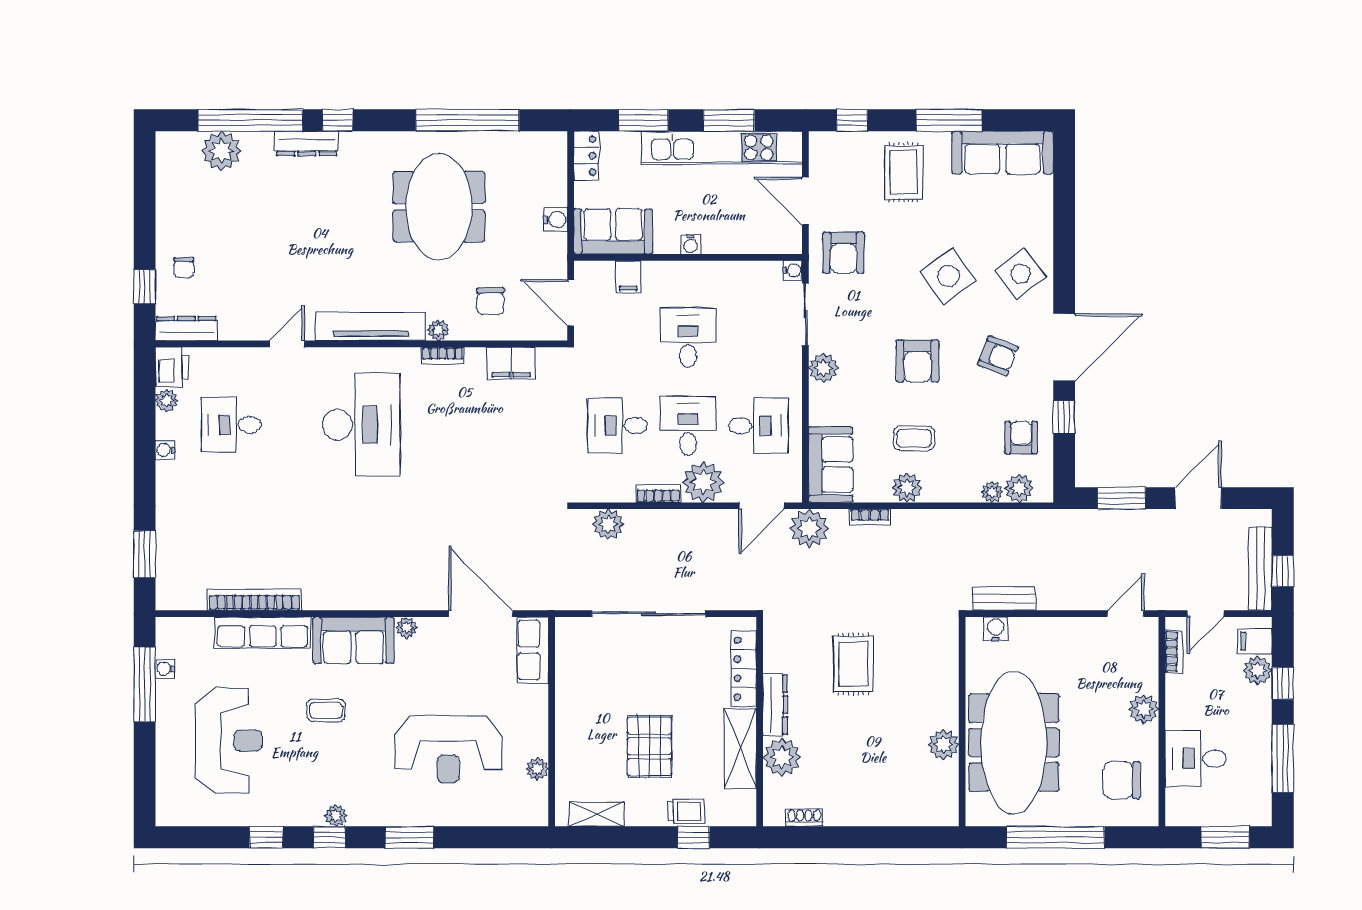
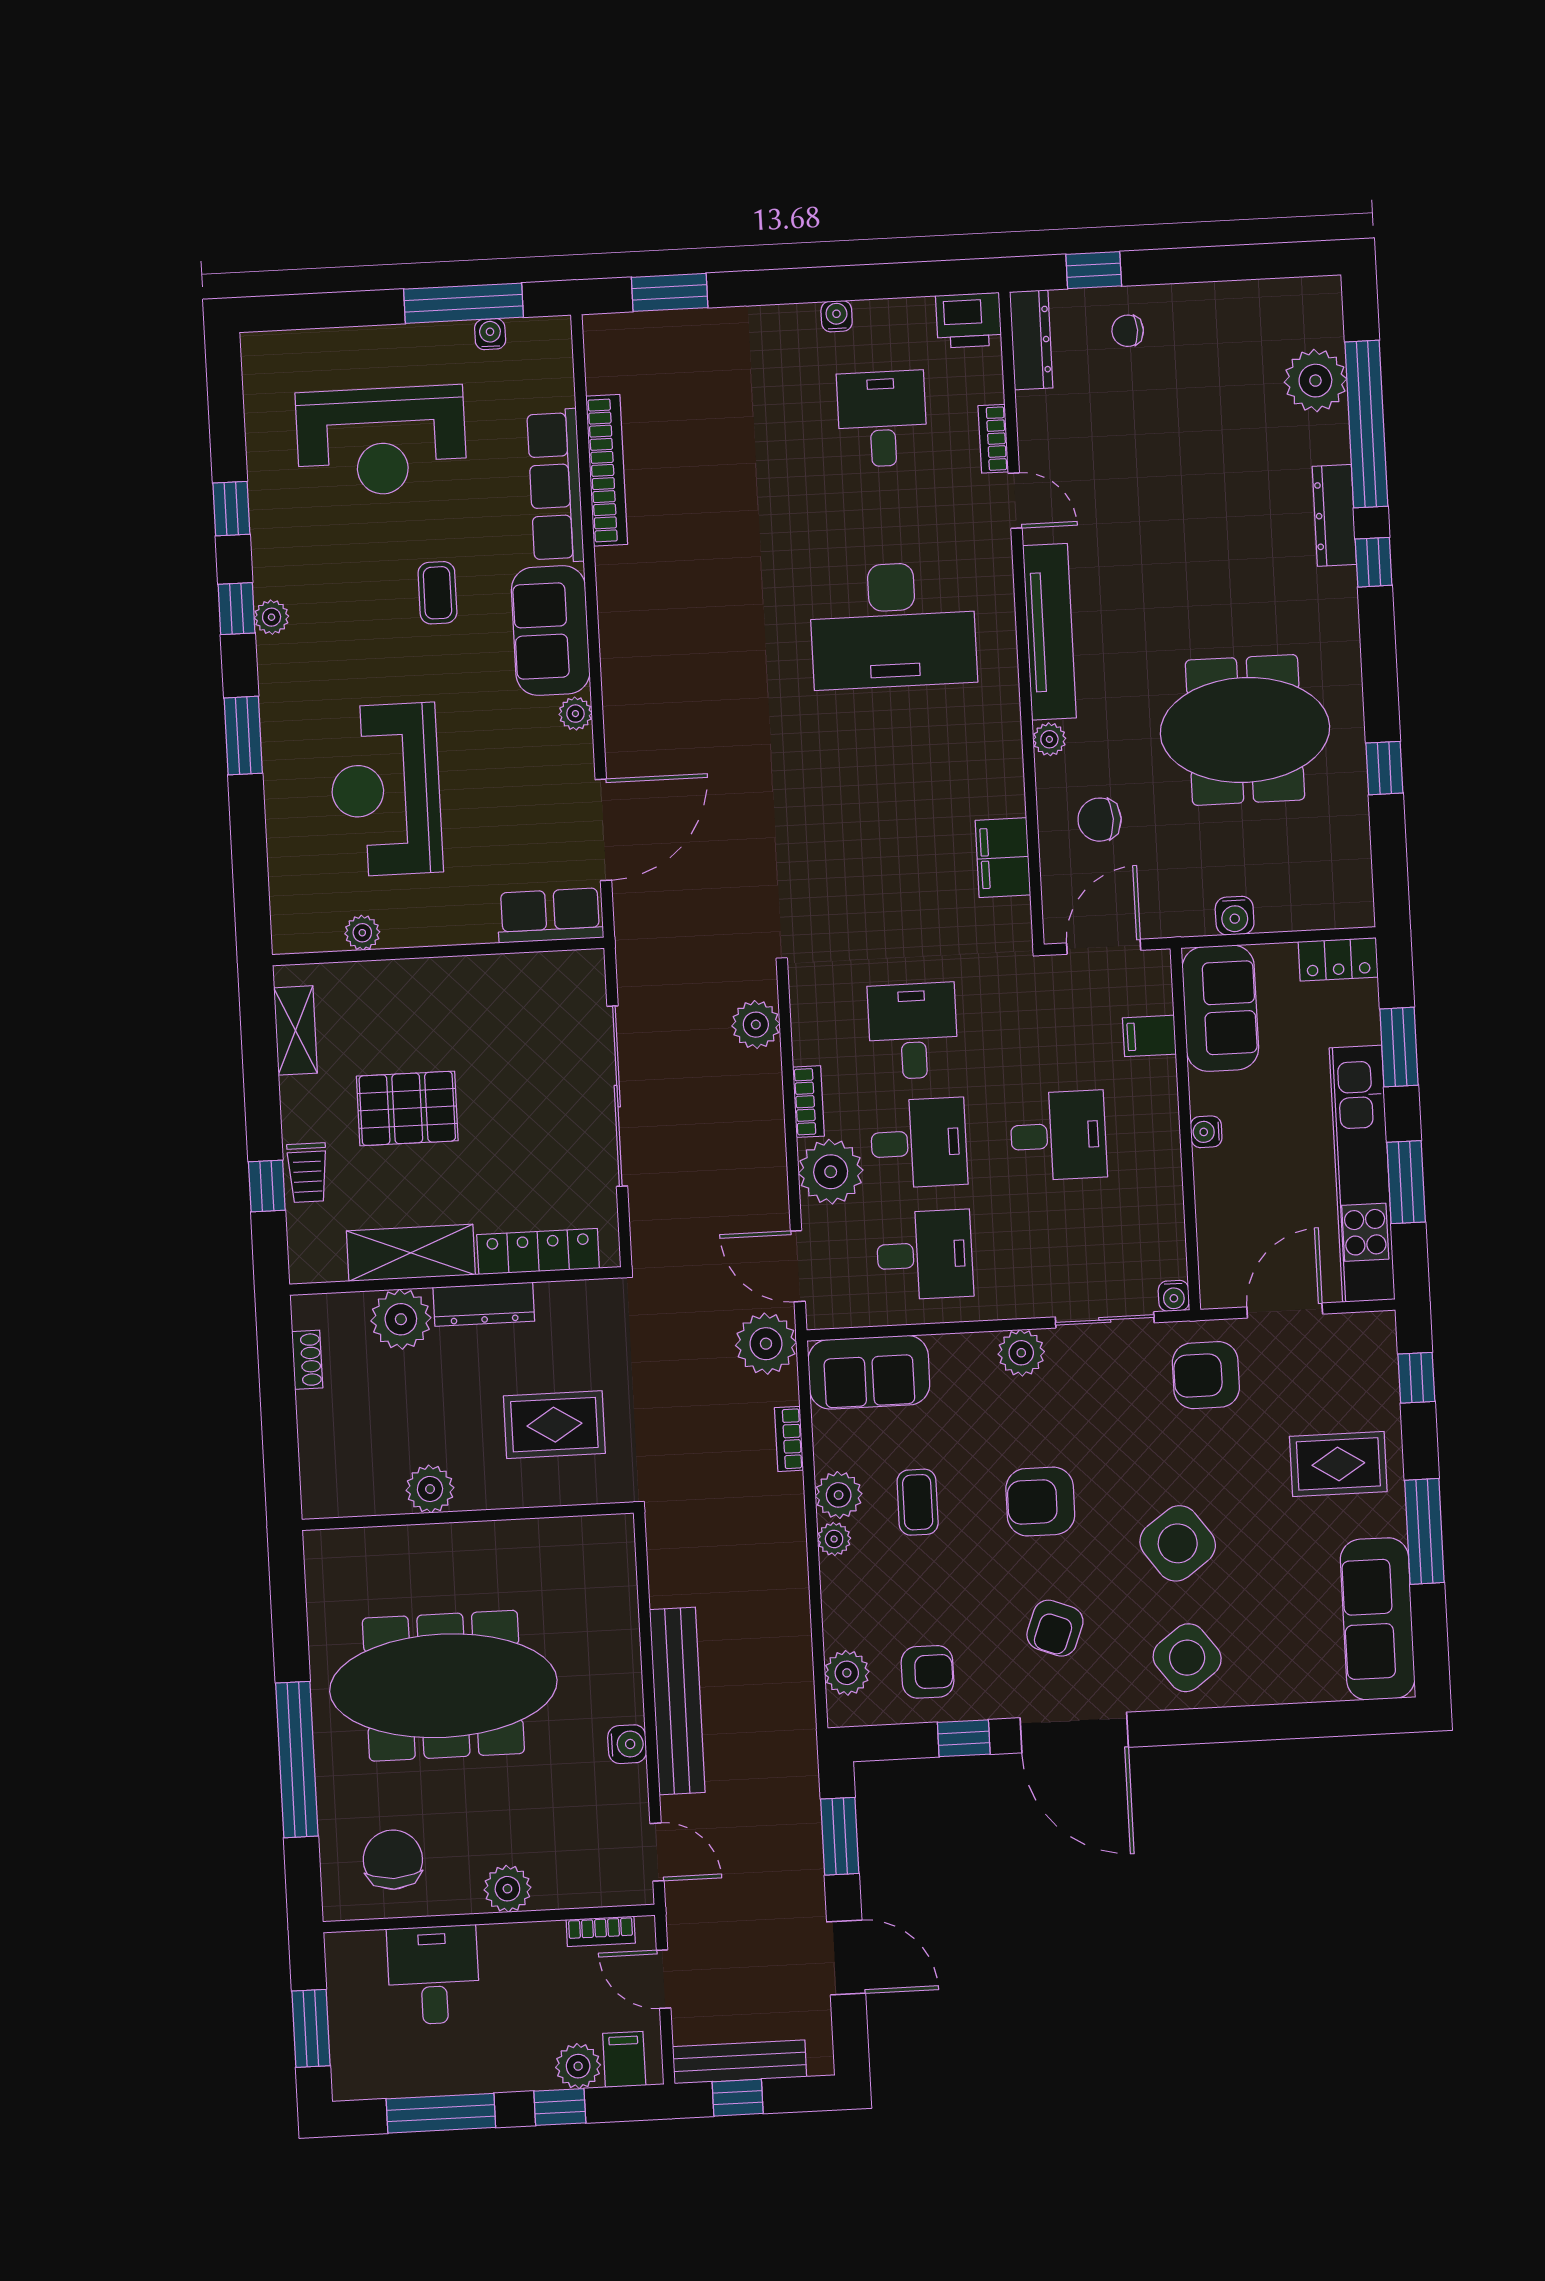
window: (467, 120) -> (1384, 768), width x0.32
bookcase: (442, 356) -> (993, 439), moved
plant: (167, 400) -> (915, 314), removed
desk: (759, 426) -> (925, 1255), turned -90
plant: (992, 492) -> (834, 1539), moved
bench: (1004, 599) -> (677, 1701), width x1.86, depth x1.21
water cooler: (996, 629) -> (627, 1744), moved
wall: (962, 722) -> (468, 1516), moved
plant: (944, 745) -> (430, 1489), moved

